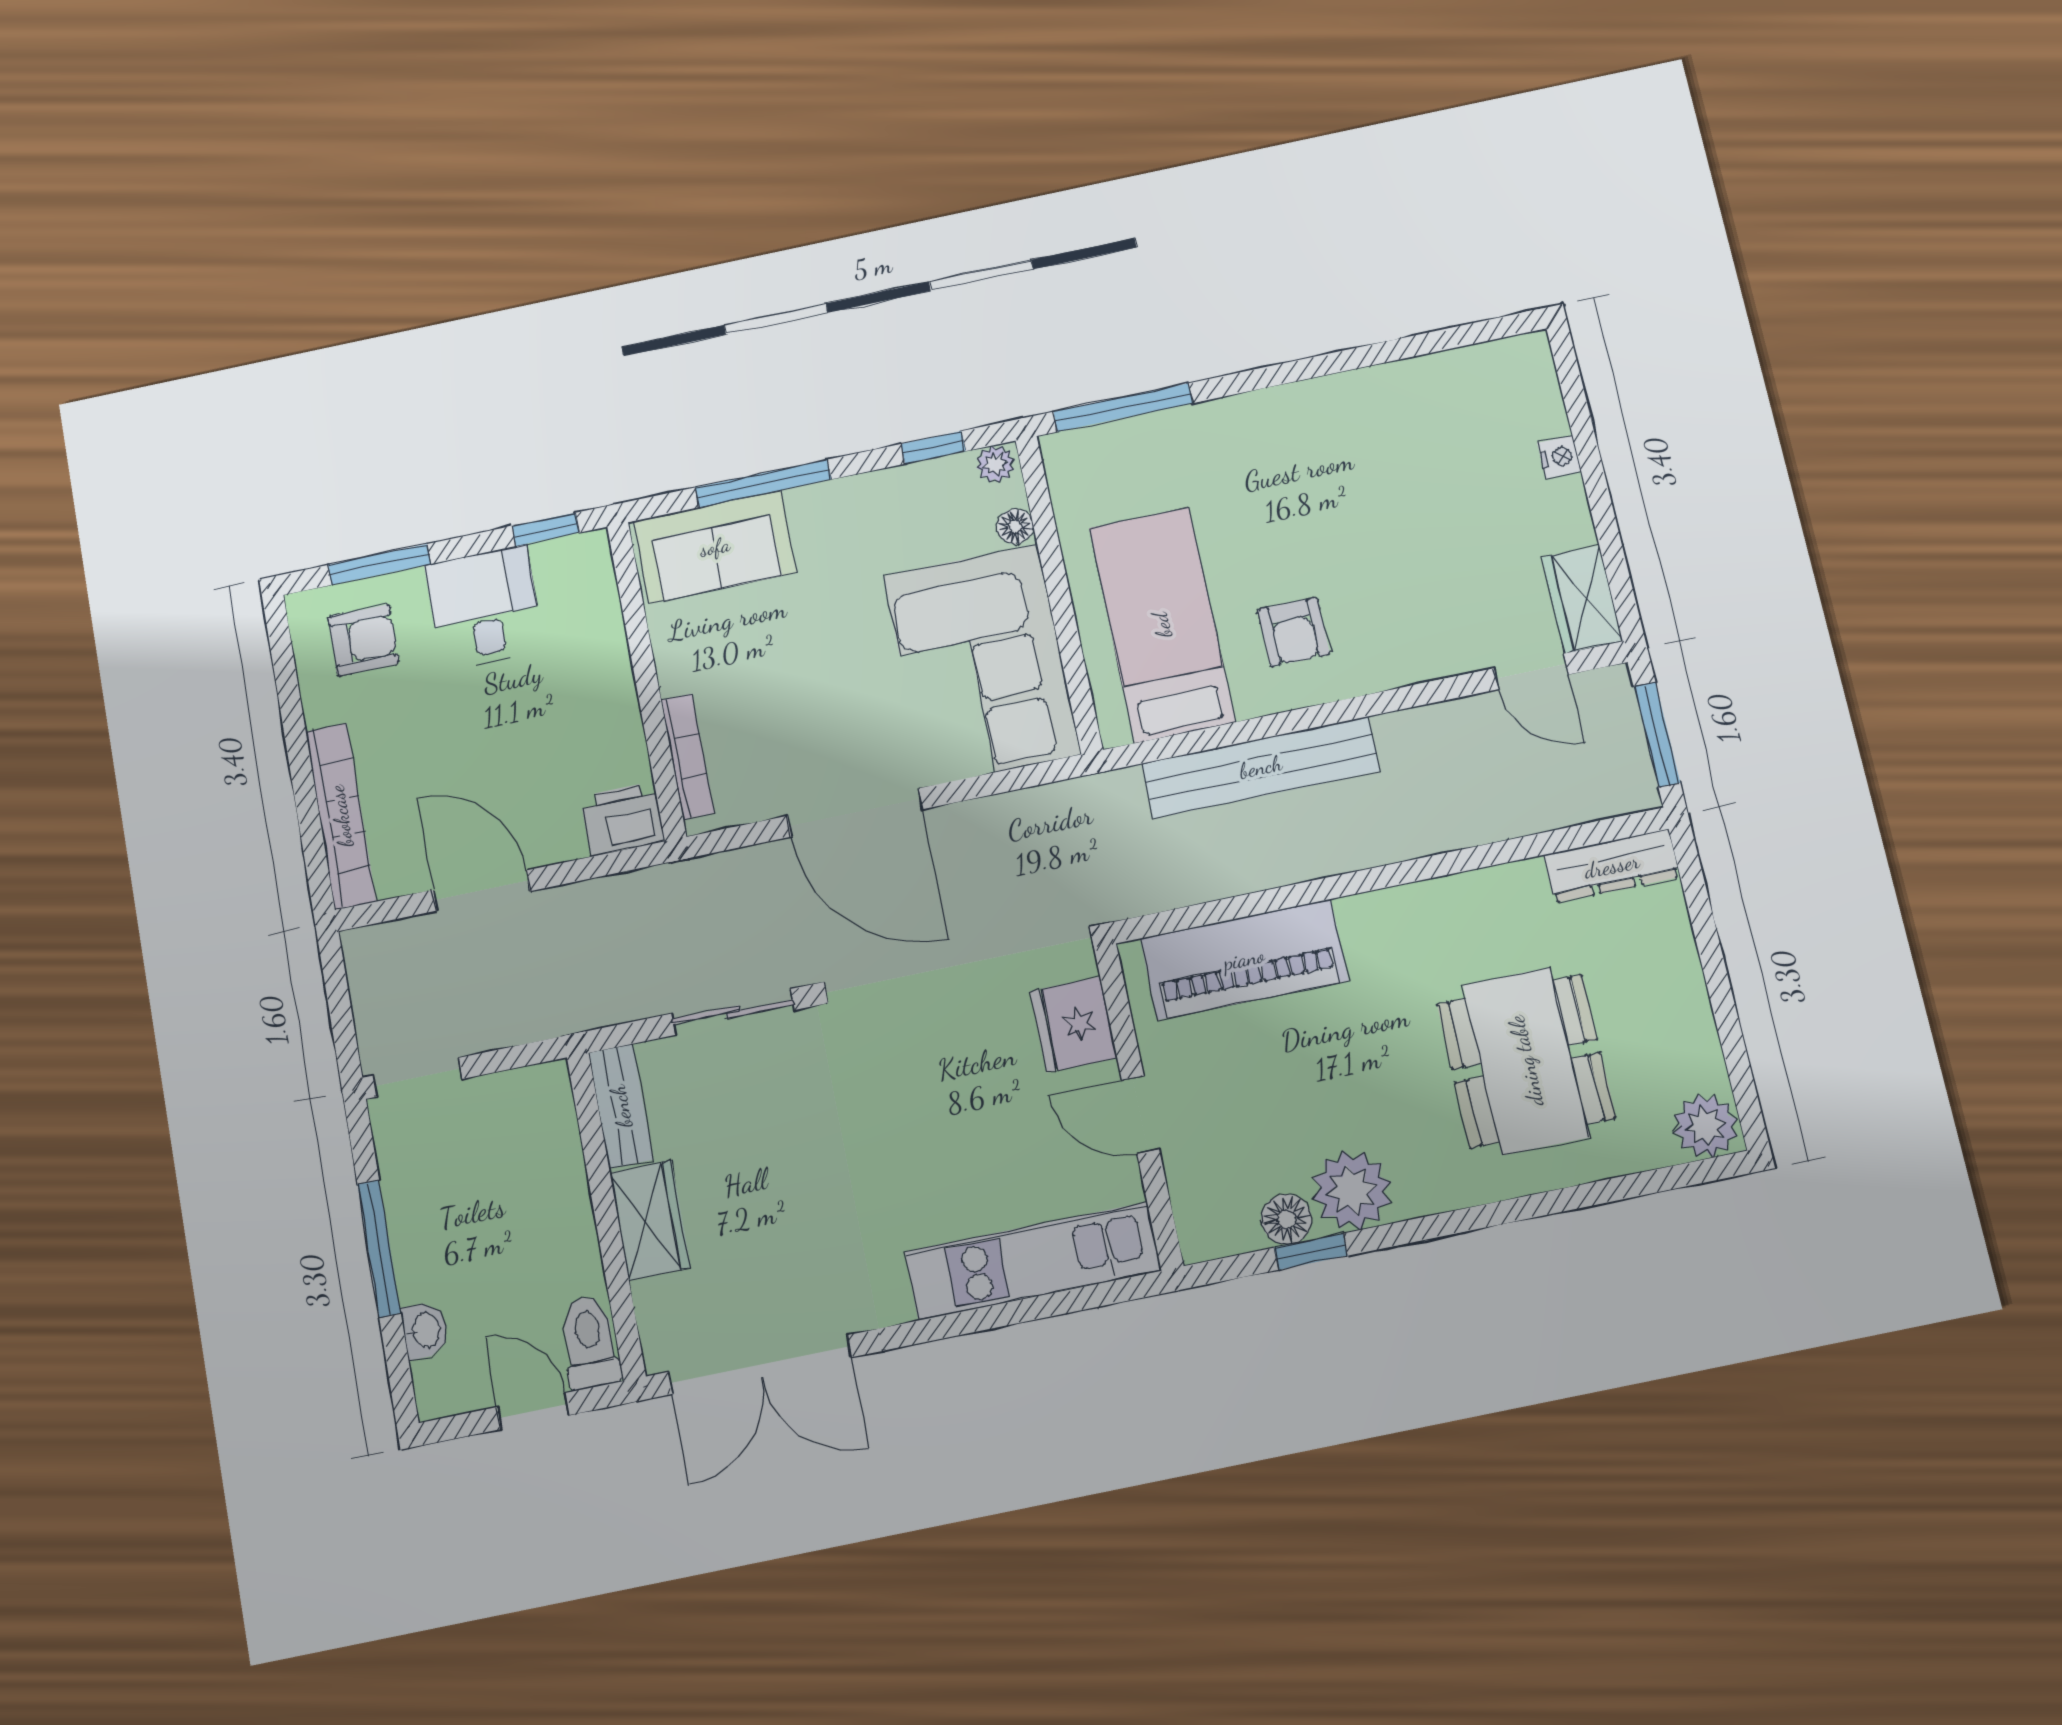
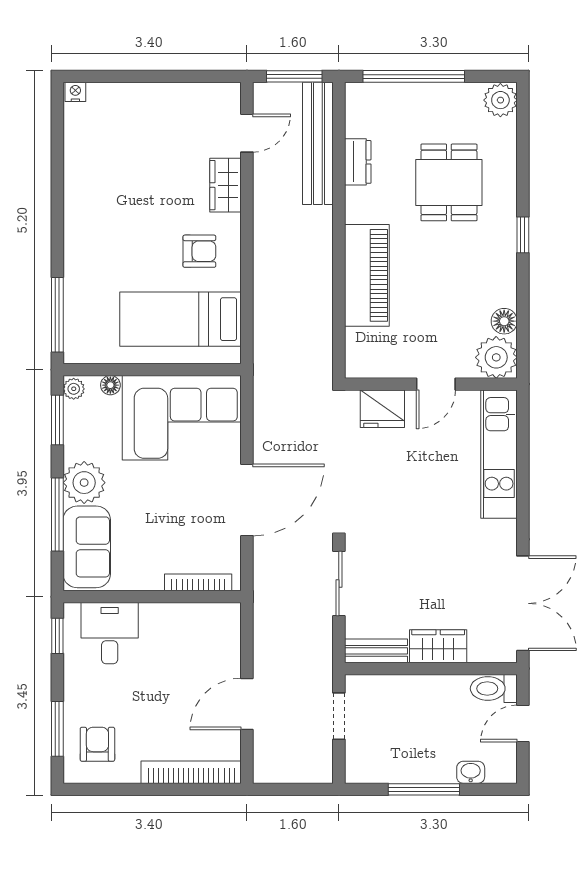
window: (933, 447) -> (57, 420), width x1.50
nightstand: (1559, 457) -> (75, 92), moved
plant: (830, 518) -> (84, 483), added
wardrobe: (1582, 599) -> (226, 185), moved, turned 90
desk: (484, 608) -> (110, 633), moved, turned 90
bench: (1261, 767) -> (318, 143), moved
printer: (623, 819) -> (224, 623), removed
dresser: (1612, 866) -> (358, 162), moved, width x0.70
window: (1711, 954) -> (414, 76), added
piano: (1244, 959) -> (367, 275), moved
dining table: (1526, 1061) -> (449, 182), width x0.73
doorway: (418, 1077) -> (339, 716), moved
plant: (1352, 1190) -> (496, 357), moved
window: (1311, 1252) -> (523, 235), moved

